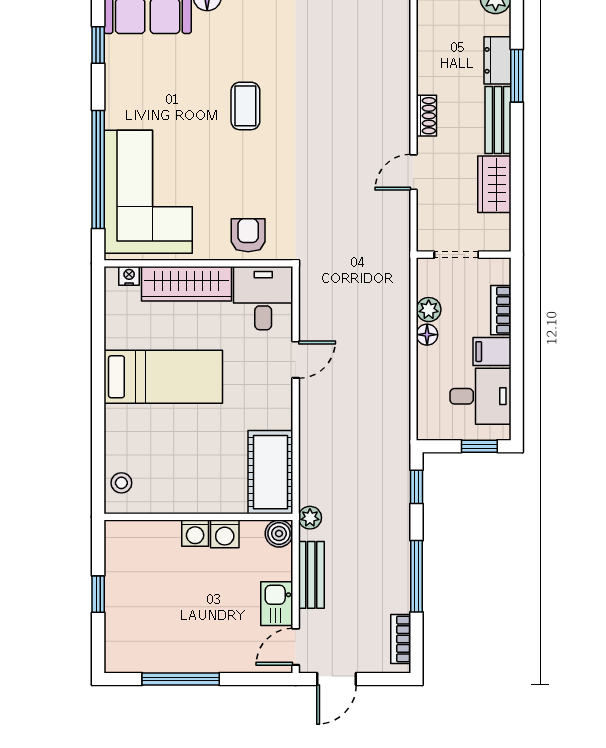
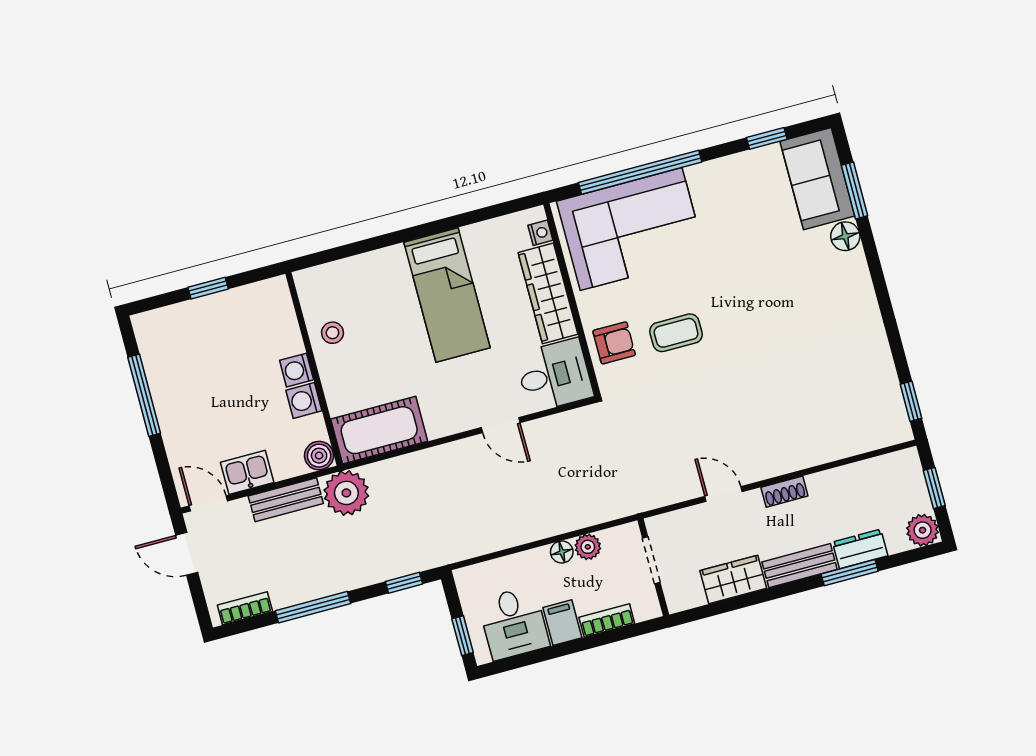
coffee table: (245, 106) -> (676, 333), moved
stool: (121, 483) -> (332, 333), moved
plant: (310, 518) -> (346, 493), width x1.87, depth x1.87

